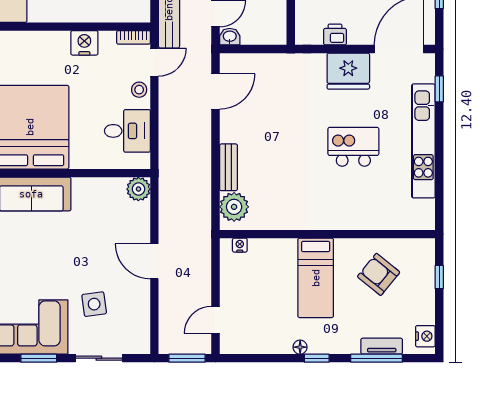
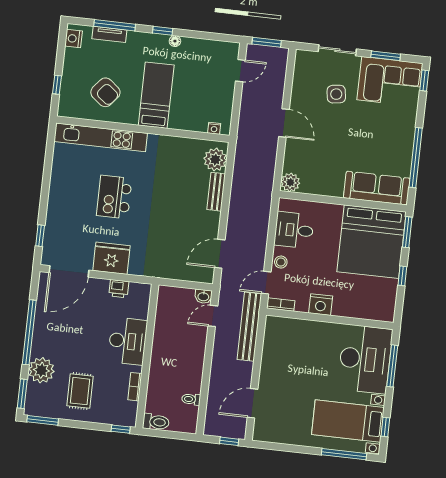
kitchen unit: (423, 141) -> (101, 137), moved, turned 90
kitchen island: (353, 147) -> (114, 197), turned 90

